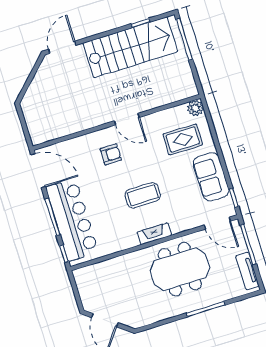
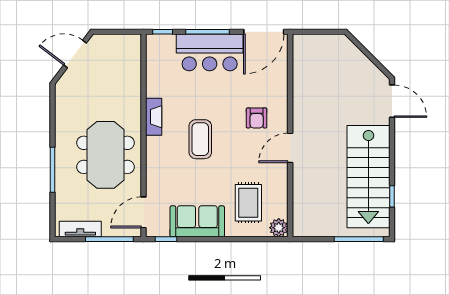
bar counter: (72, 220) -> (210, 52), width x0.73
fireplace: (154, 234) -> (154, 117), moved

